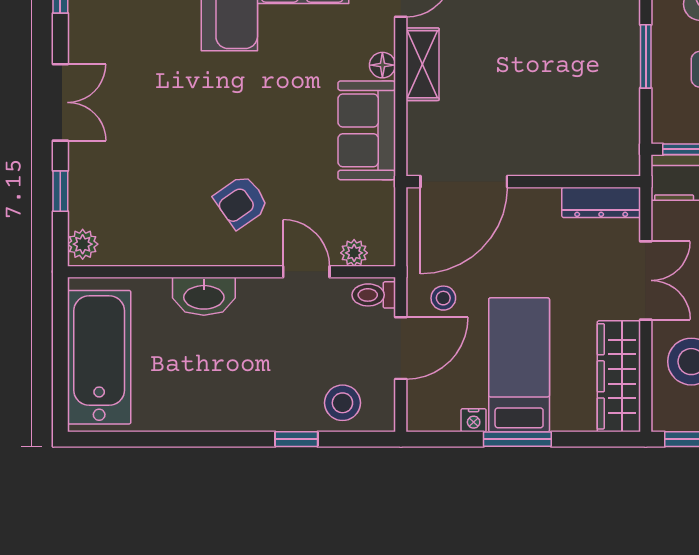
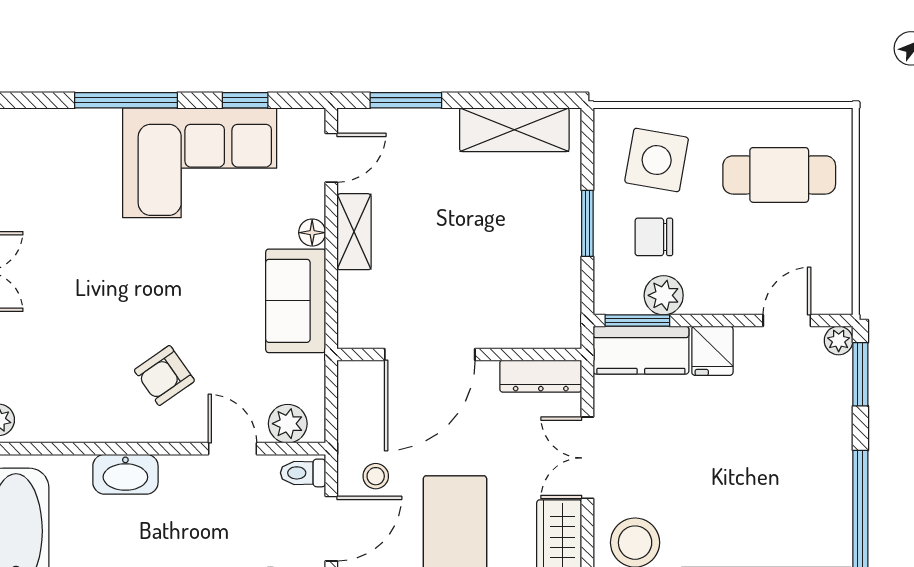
door: (464, 182) -> (430, 354), moved
plant: (354, 253) -> (288, 424), width x1.38, depth x1.38
double door: (646, 280) -> (587, 458), swing flipped

